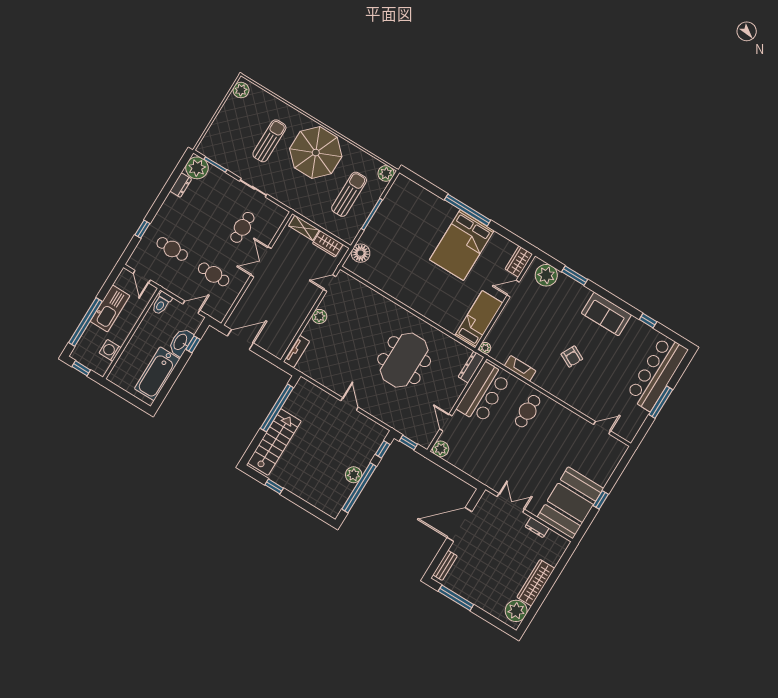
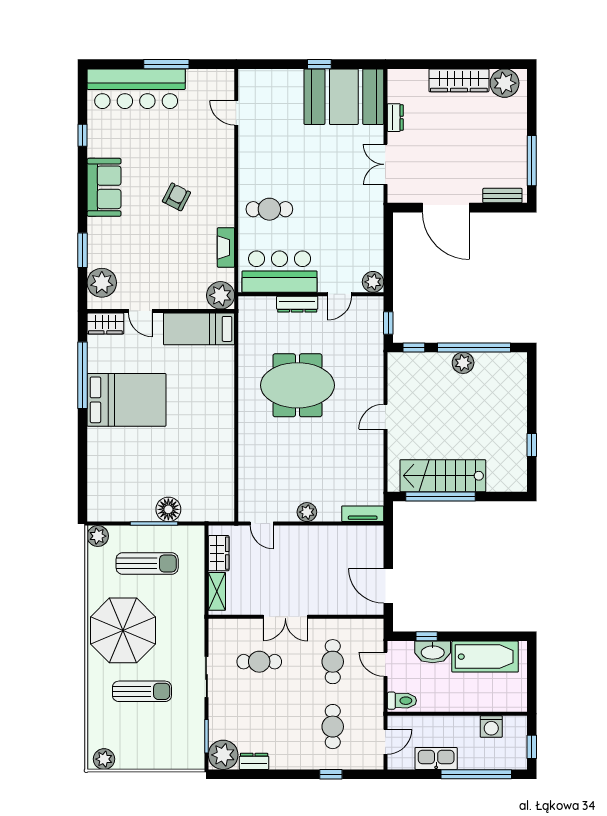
sun lounger: (269, 141) -> (142, 691), turned 180
sun lounger: (349, 194) -> (147, 563), turned 180
window: (468, 210) -> (83, 375), moved
floor lamp: (361, 253) -> (168, 509), moved
kitchen sink: (110, 308) -> (436, 758), width x0.73, depth x0.81
plant: (485, 348) -> (221, 295), width x1.88, depth x1.88
dresser: (471, 367) -> (297, 304), moved
stairs: (274, 442) -> (443, 476), moved

